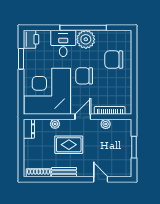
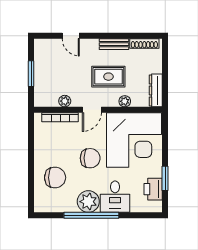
printer: (31, 39) -> (153, 189), moved
dresser: (29, 129) -> (156, 90), width x1.44

